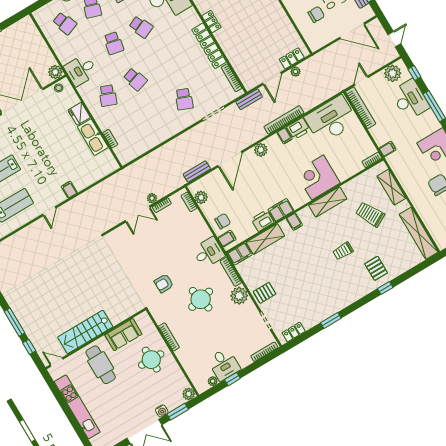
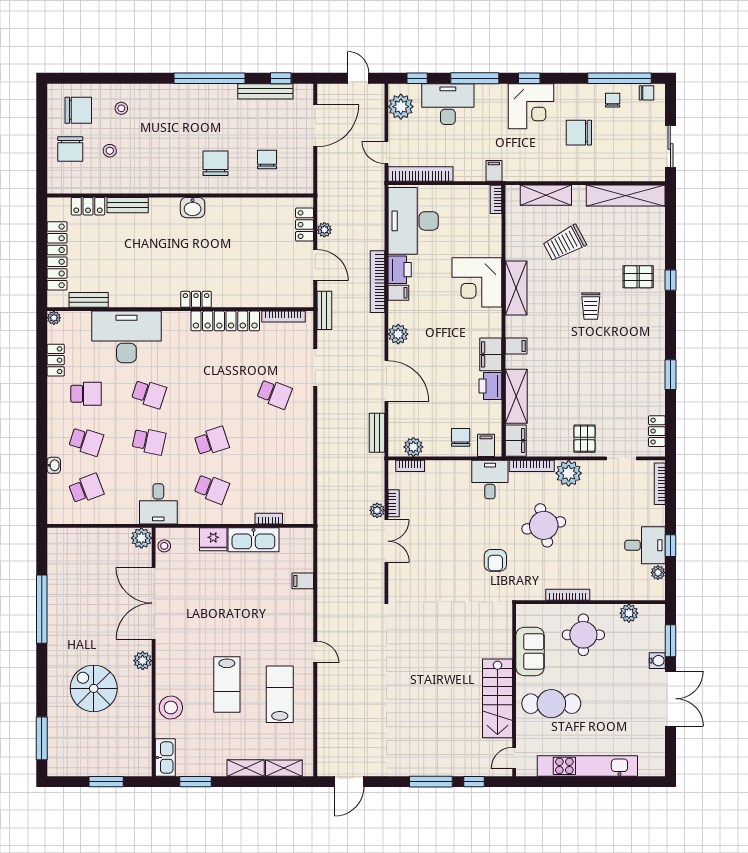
school desk: (141, 27) -> (149, 394), turned 42
filing cabinet: (69, 190) -> (303, 581), moved
plant: (189, 394) -> (629, 613), moved

